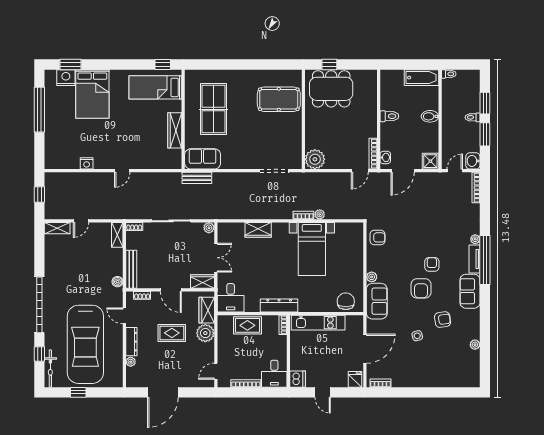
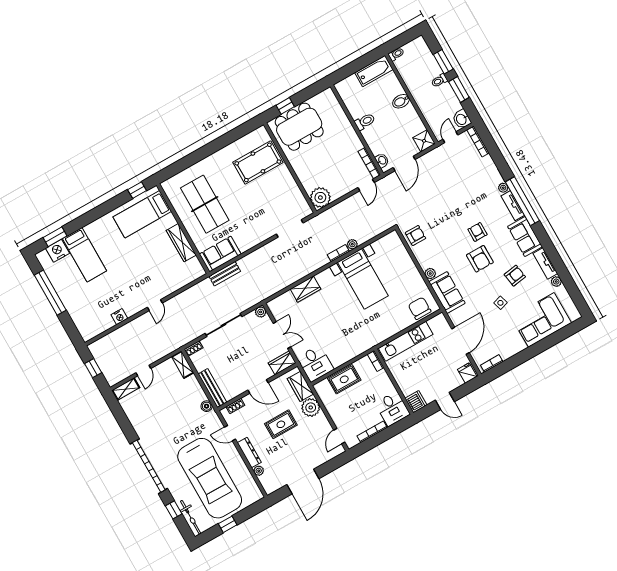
bed: (92, 94) -> (84, 255), width x0.67
dresser: (279, 305) -> (362, 346), removed
tv unit: (474, 324) -> (545, 264), added
corner sofa: (444, 370) -> (541, 320), added

